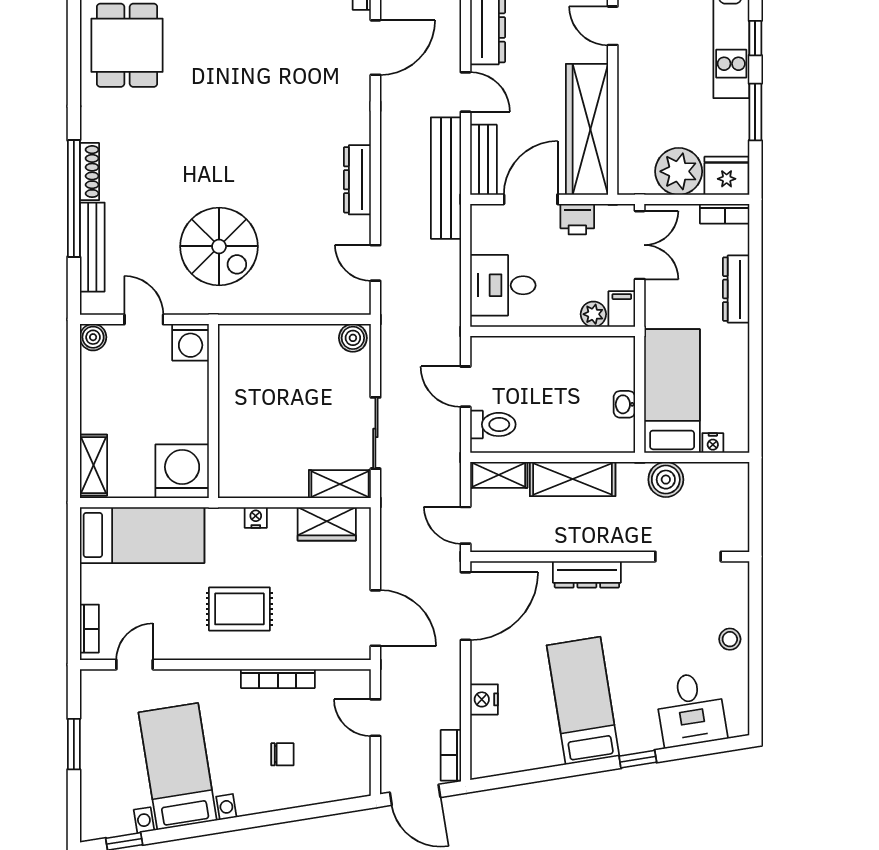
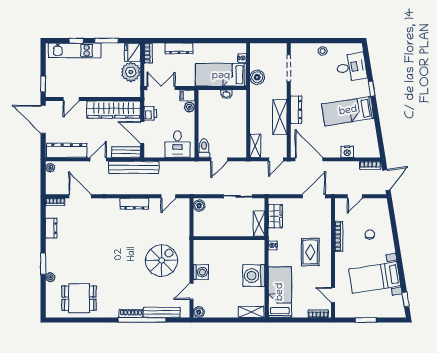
wall: (213, 411) -> (229, 238), moved
toilet: (493, 424) -> (204, 148), moved
shelving: (573, 479) -> (280, 117), moved
shelving: (340, 484) -> (259, 224), moved

